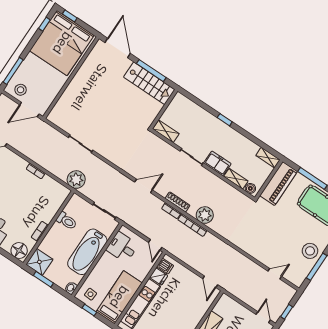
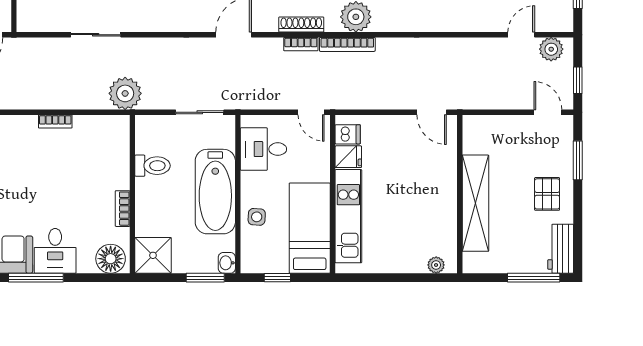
window: (43, 279) -> (205, 278), moved
plant: (284, 289) -> (551, 49), added
side table: (90, 294) -> (257, 217), moved

